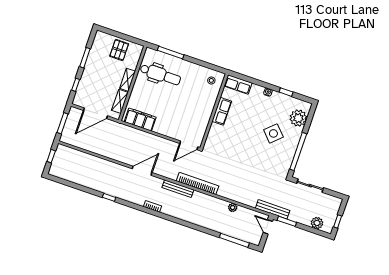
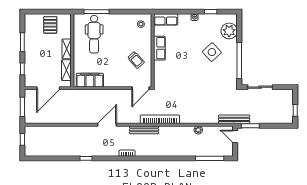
dental chair: (160, 75) -> (94, 34), turned 90
trolley: (194, 115) -> (136, 60), added
plant: (317, 223) -> (277, 118), removed

